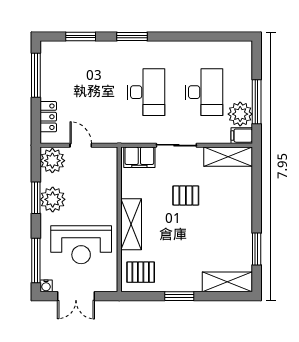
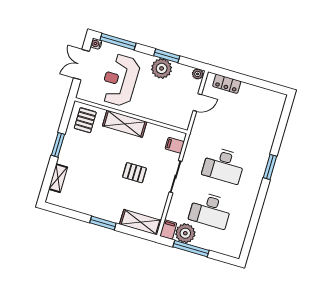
window: (81, 37) -> (282, 127), removed
window: (36, 75) -> (262, 84), removed
filing cabinet: (139, 157) -> (175, 145), width x0.50
shelving: (228, 157) -> (140, 222), moved, turned 90
plant: (52, 161) -> (198, 74), width x0.53, depth x0.53
pallet: (186, 195) -> (134, 173), turned 90
window: (257, 249) -> (103, 223), moved
shelving: (227, 282) -> (58, 178), width x0.67, depth x0.75

